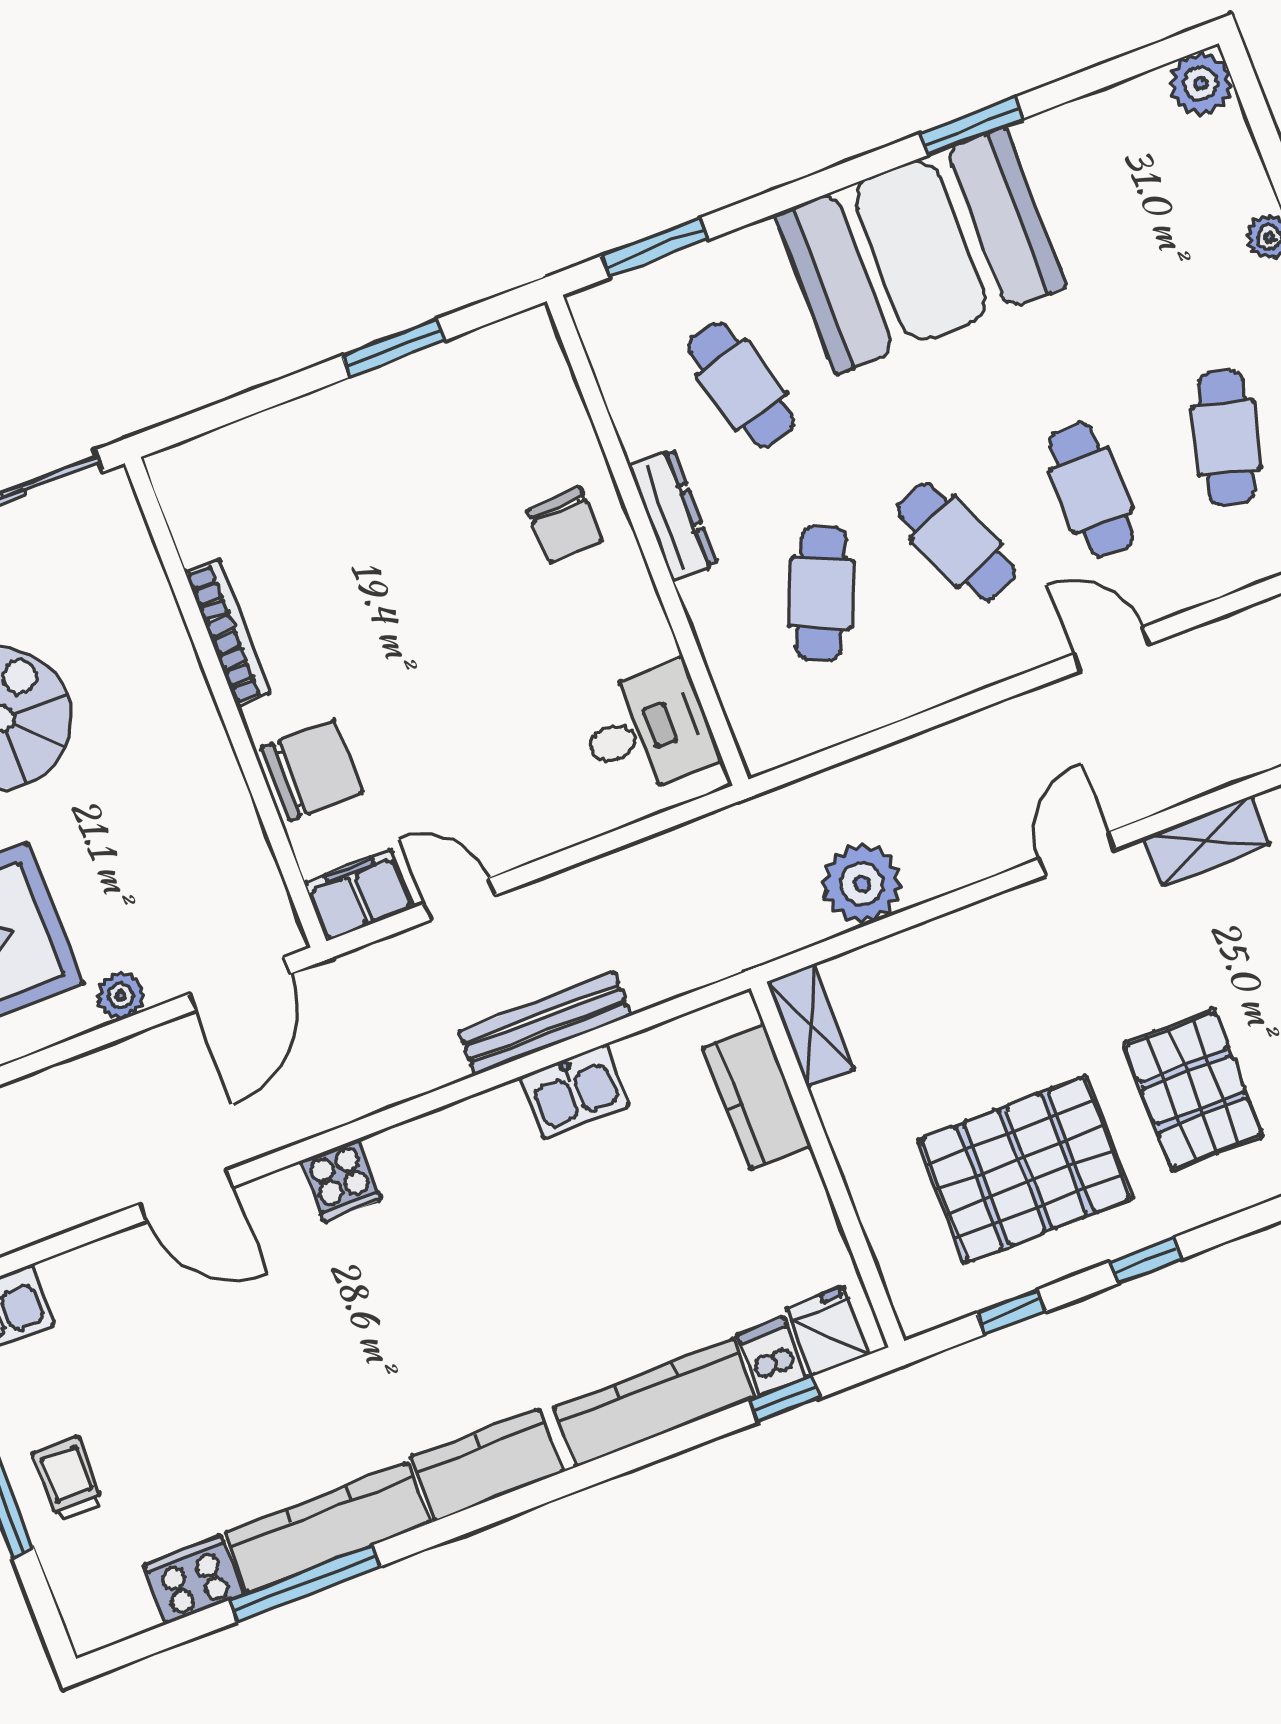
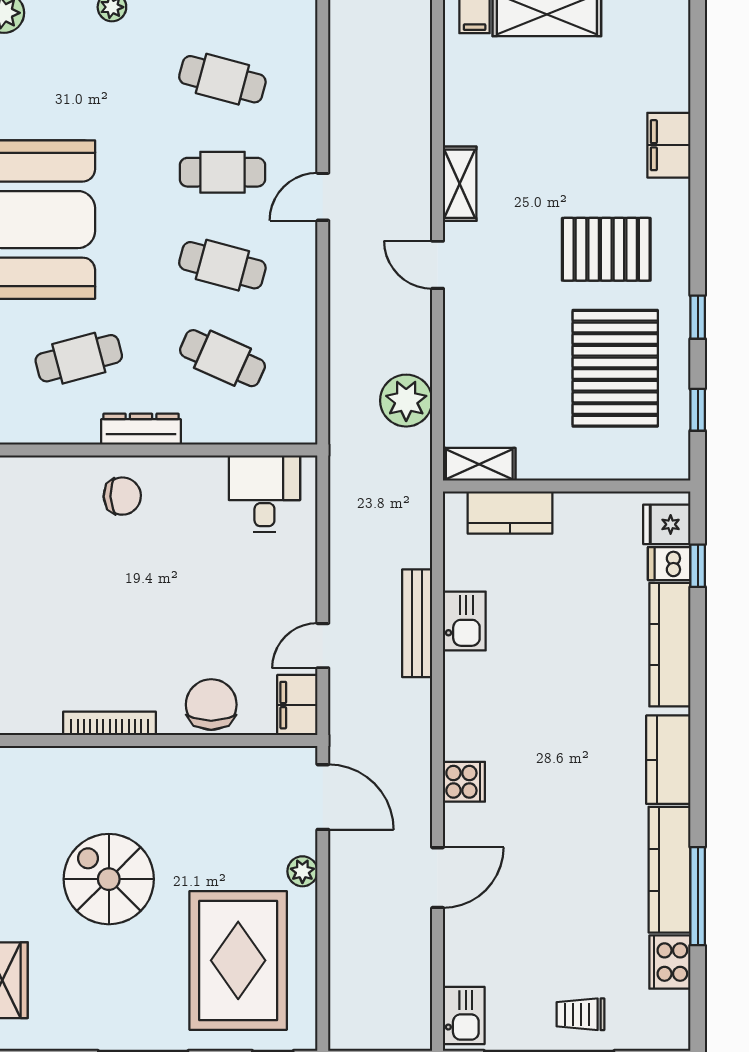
cafe table: (956, 542) -> (222, 265), turned 39

